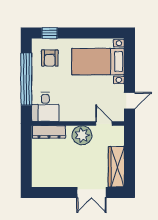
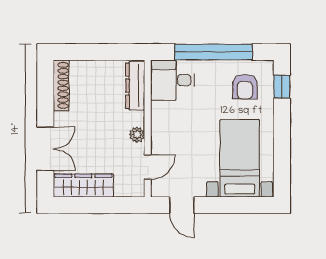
armchair: (50, 58) -> (245, 87), turned -90
plant: (82, 135) -> (137, 135), width x0.53, depth x0.53
shoe rack: (49, 182) -> (61, 85), added
double door: (92, 192) -> (45, 149), swing flipped

